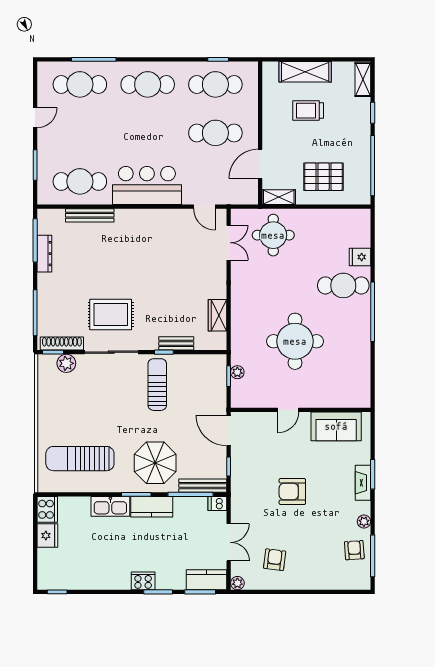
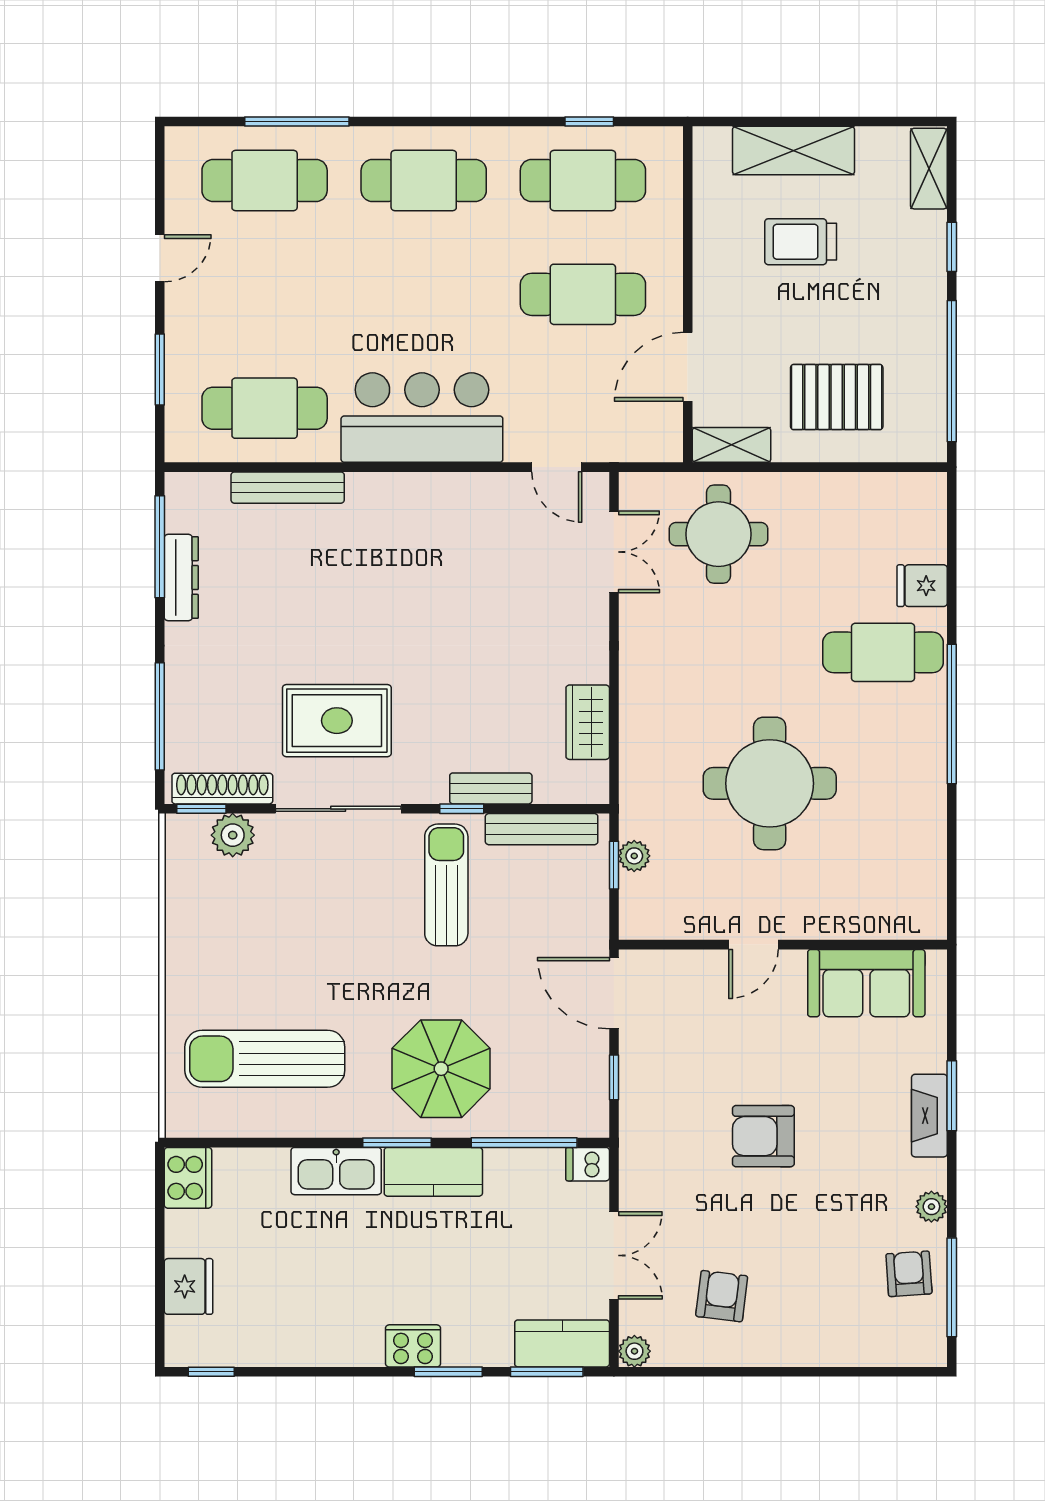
bench: (203, 486) -> (542, 829), moved
fridge: (47, 536) -> (188, 1286), moved

